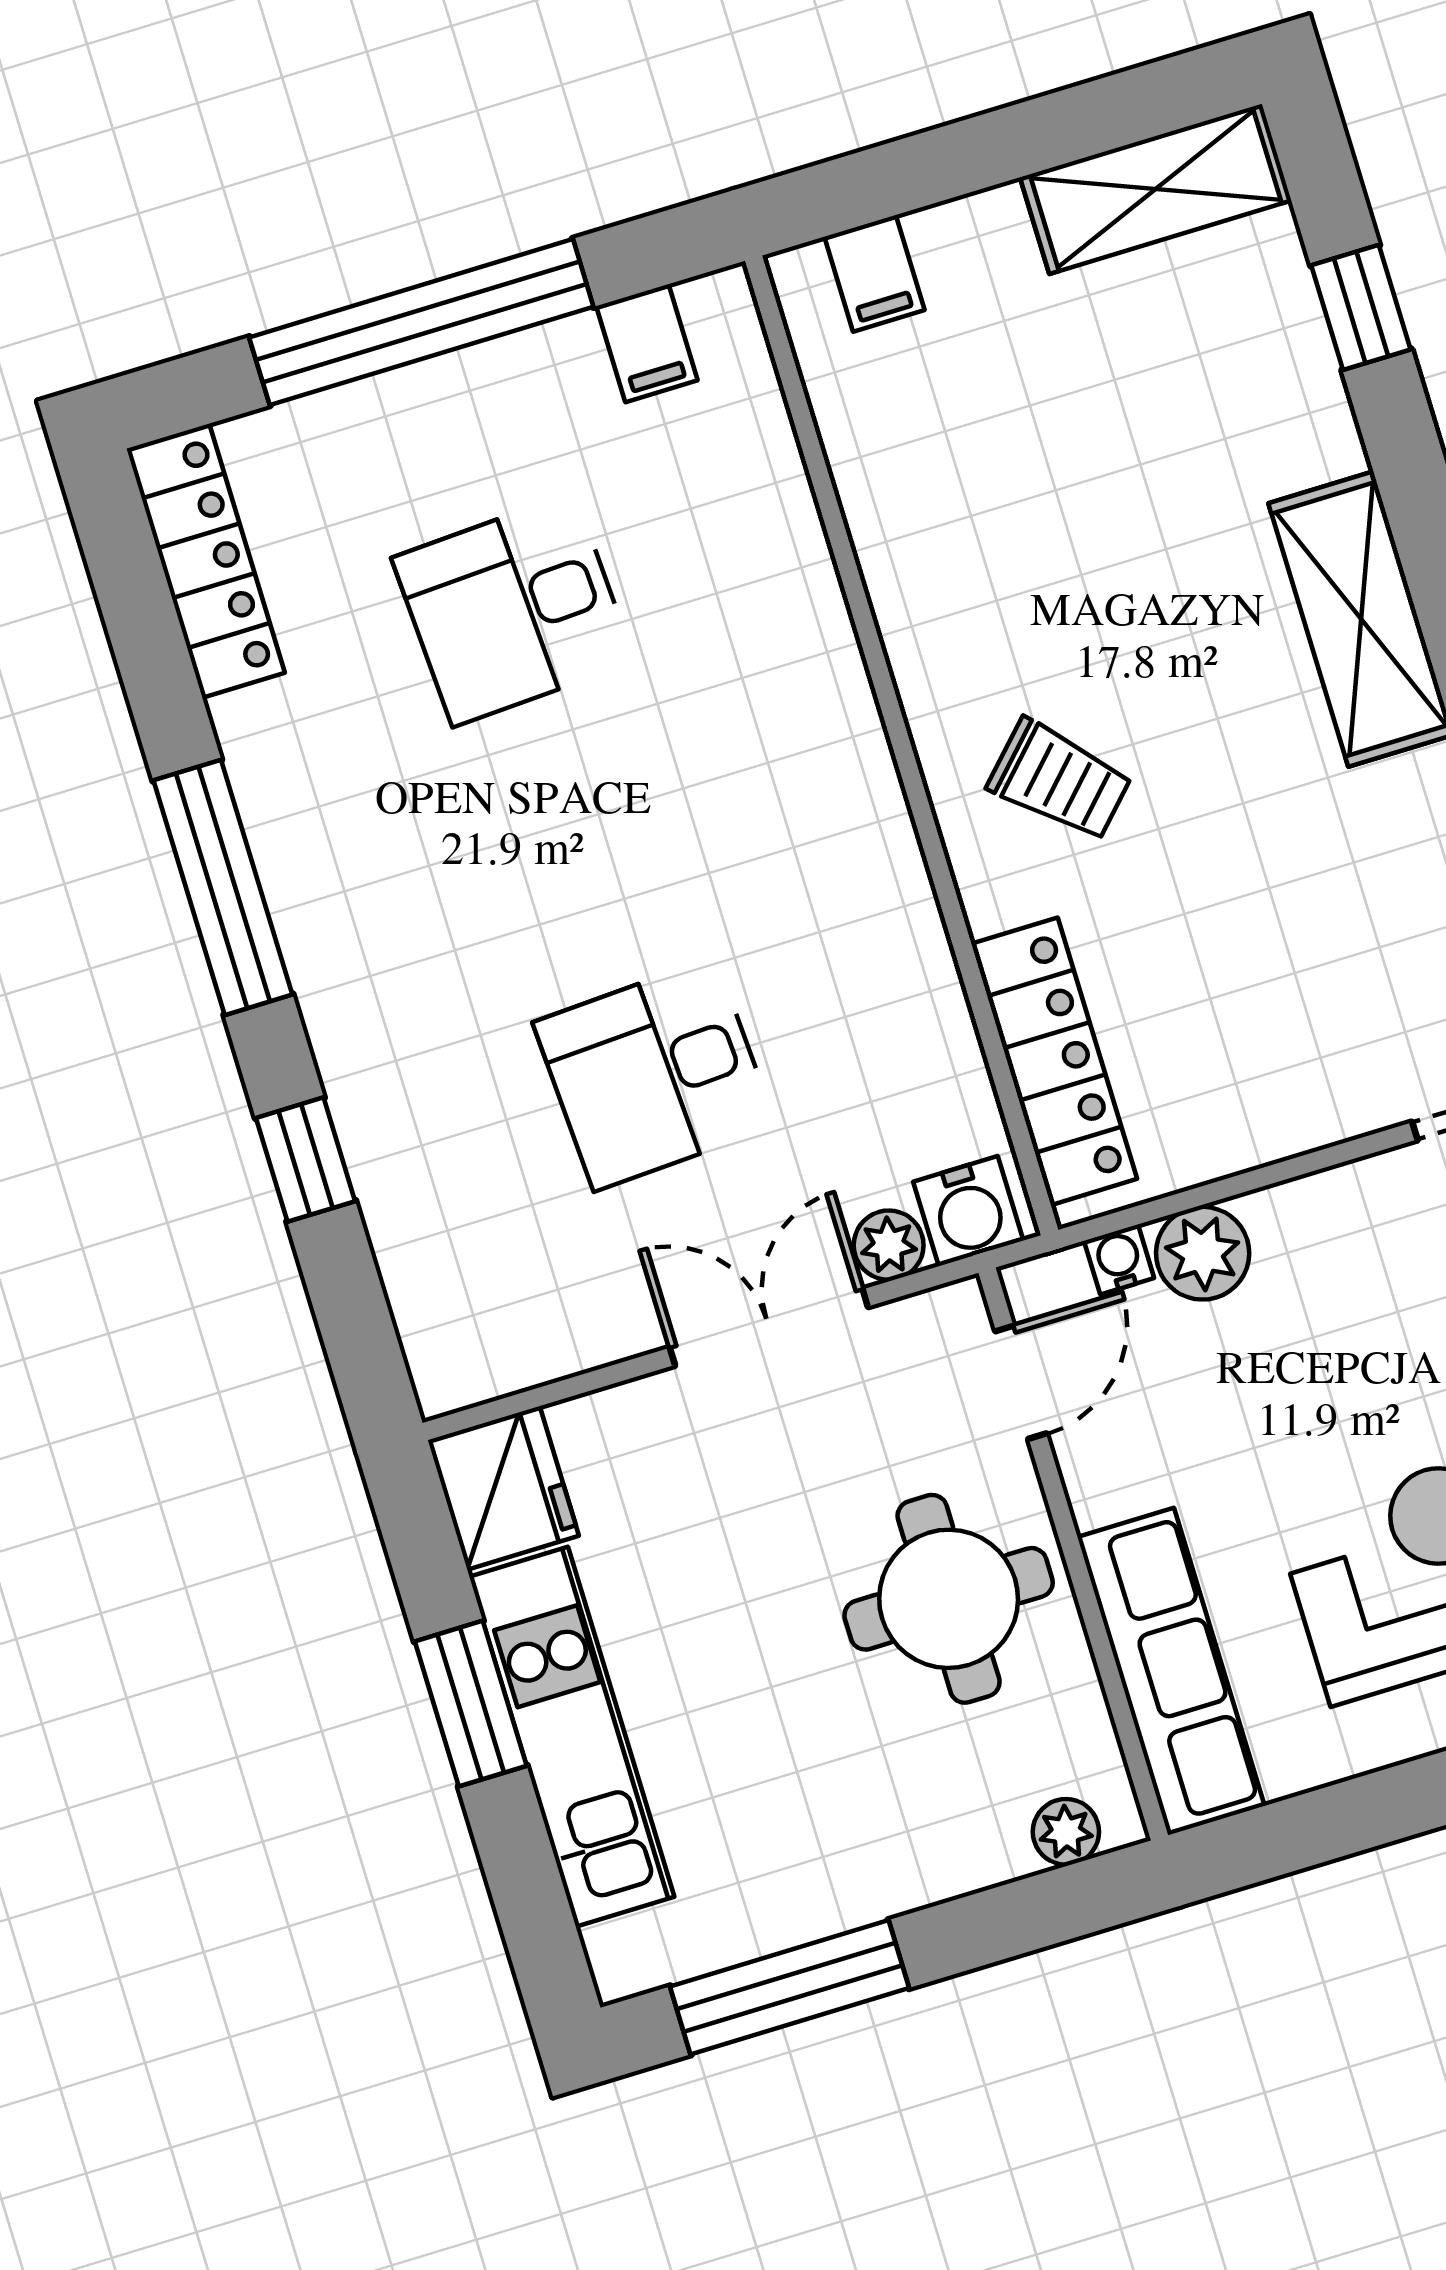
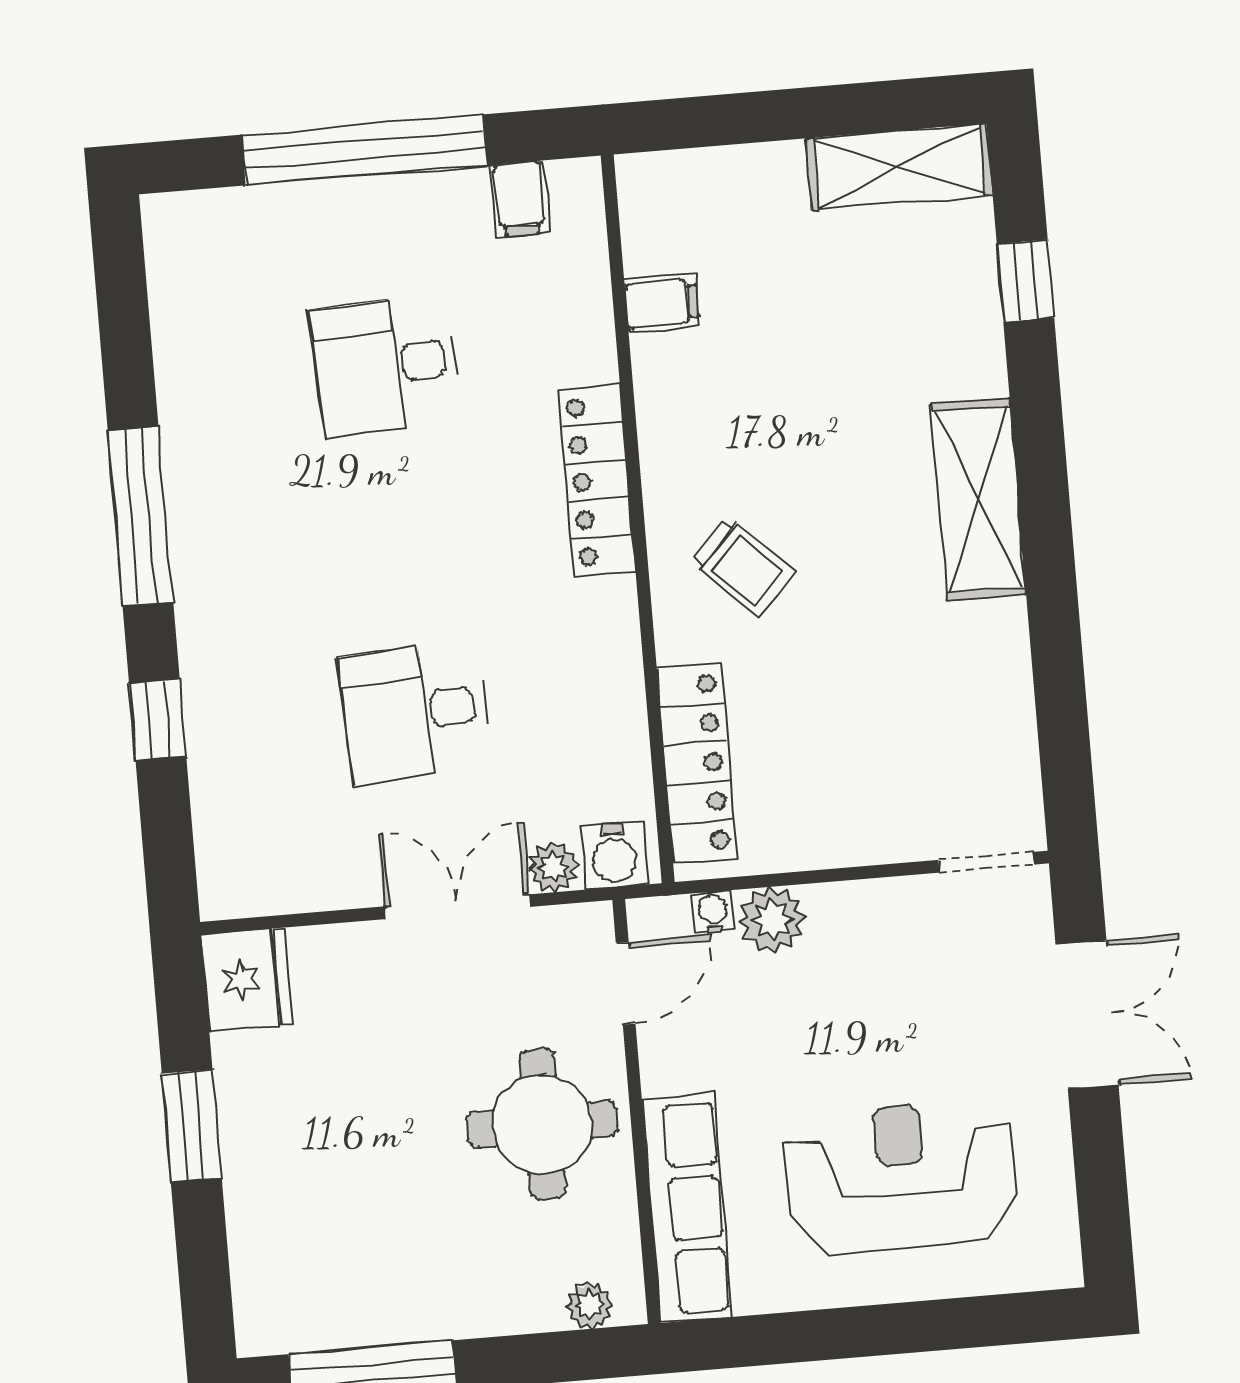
filing cabinet: (874, 273) -> (662, 303), moved, turned -90
locker: (206, 561) -> (597, 481), moved, turned 180
kitchen unit: (572, 1737) -> (258, 1164), removed

